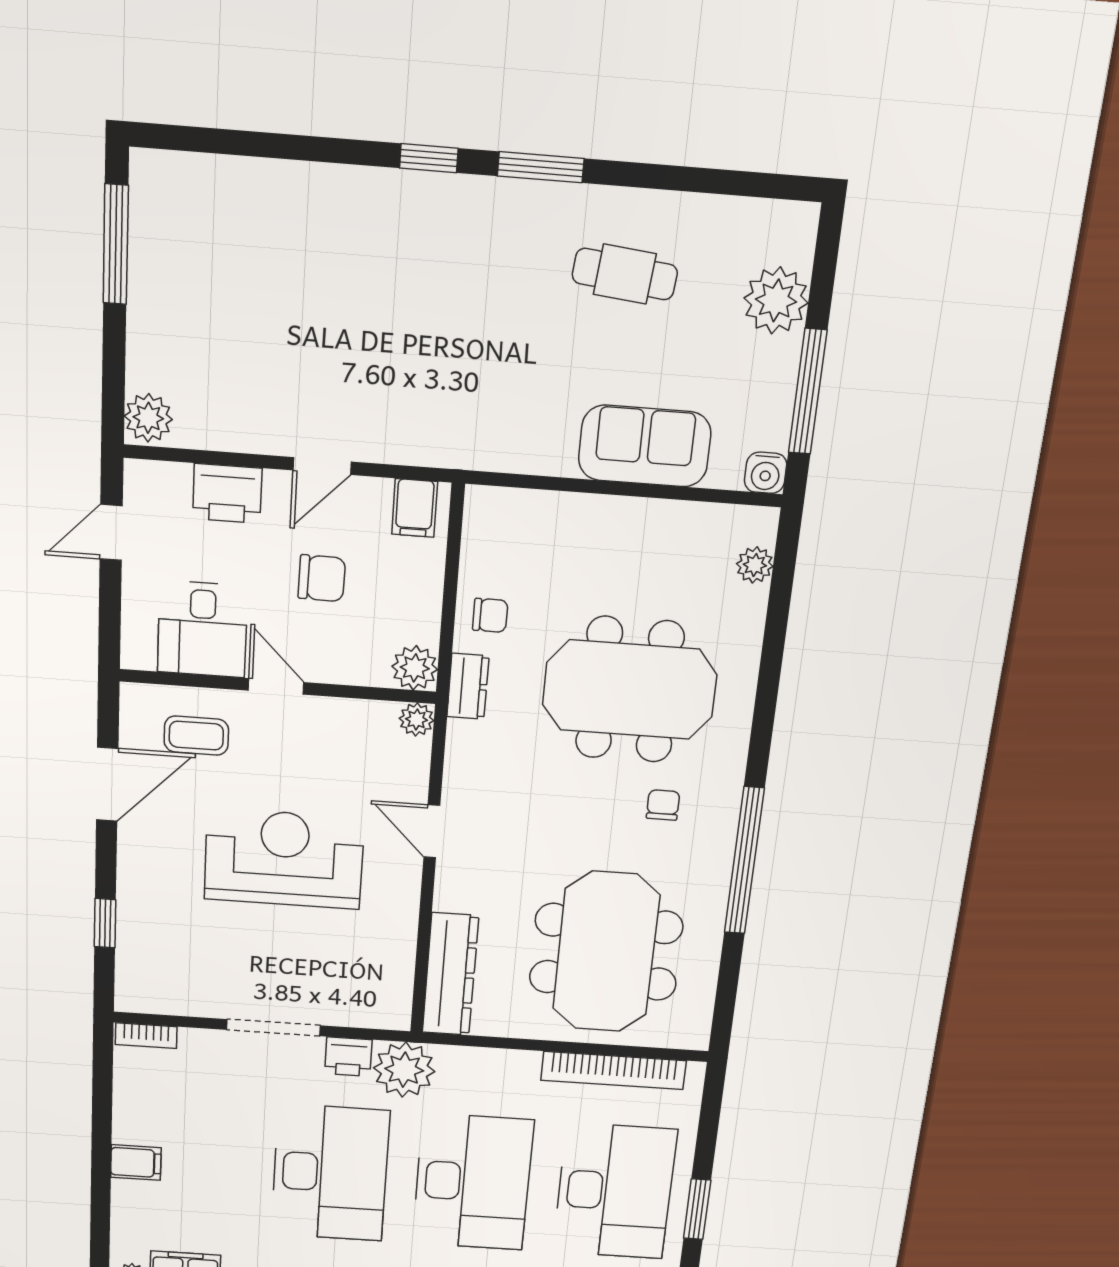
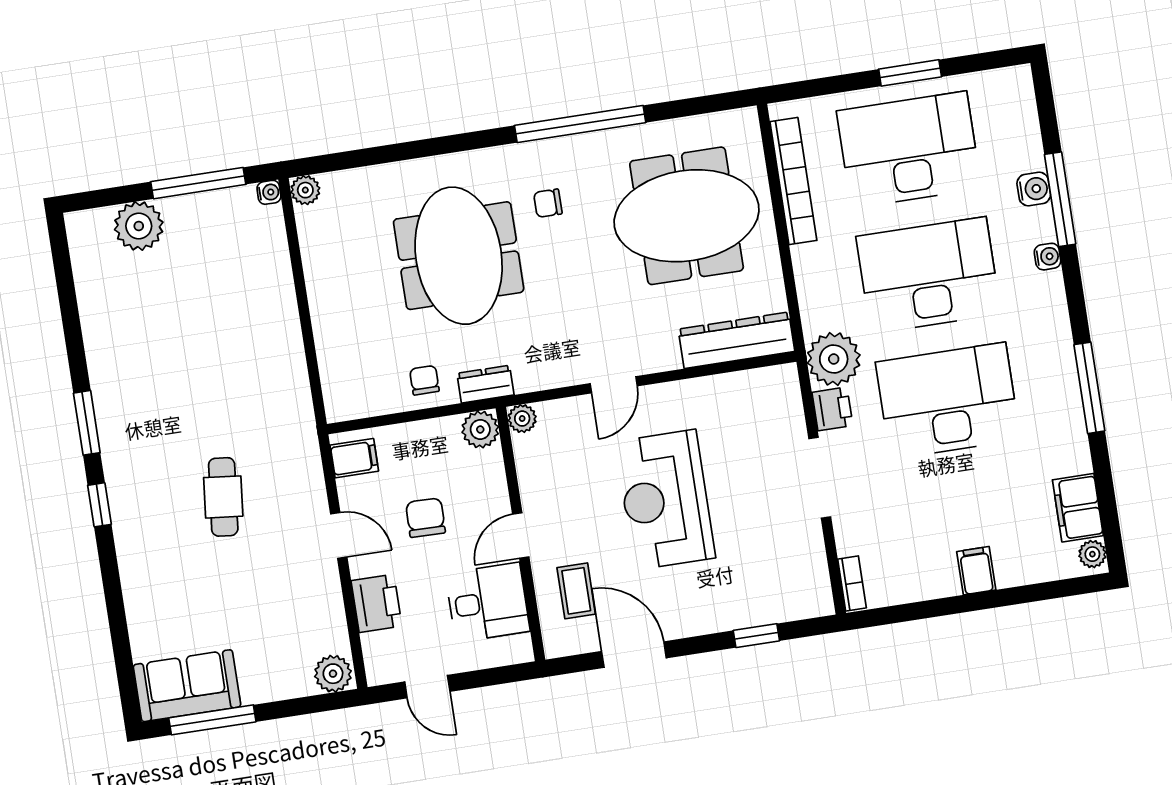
cafe table: (625, 274) -> (223, 497), moved
sofa: (645, 446) -> (187, 686), moved, turned 90
water cooler: (766, 473) -> (269, 192), width x0.72, depth x0.72
plant: (755, 565) -> (305, 190), moved

